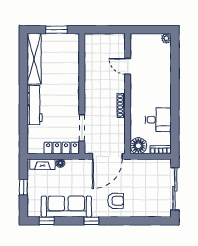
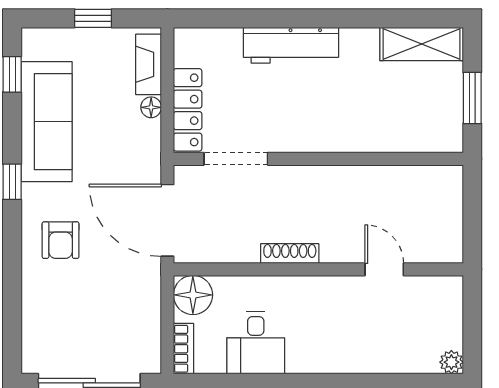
shelving: (34, 59) -> (422, 44), width x0.68
door: (128, 66) -> (384, 269), hinge flipped

